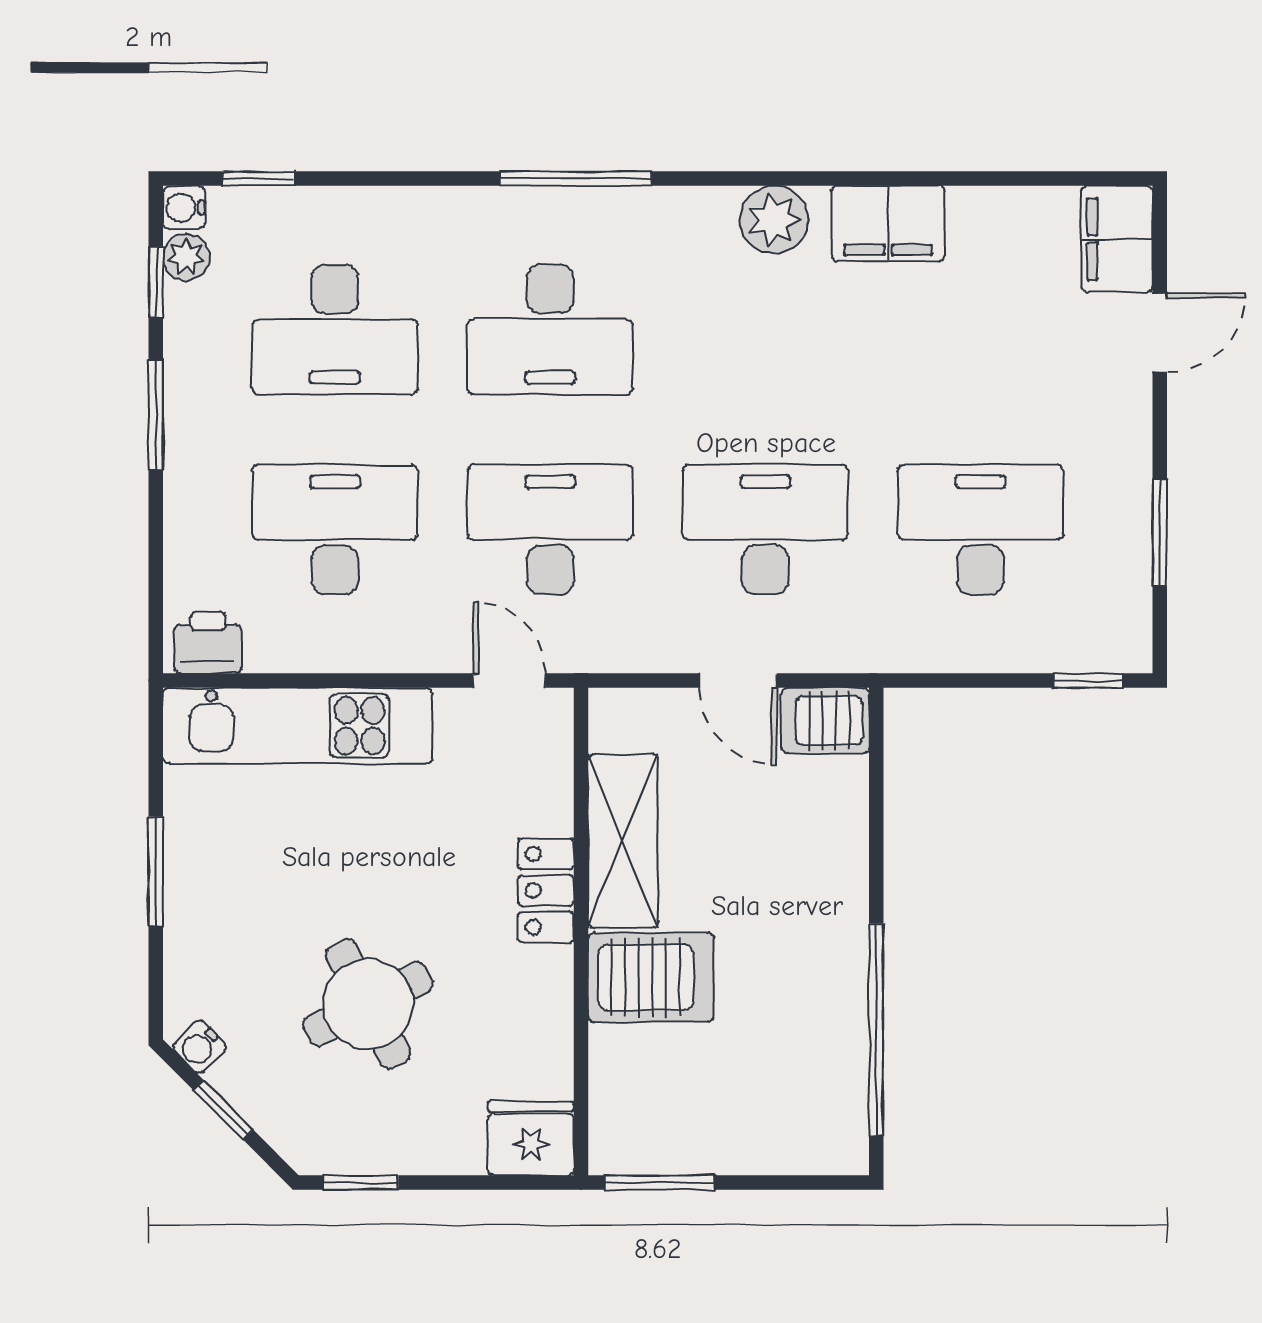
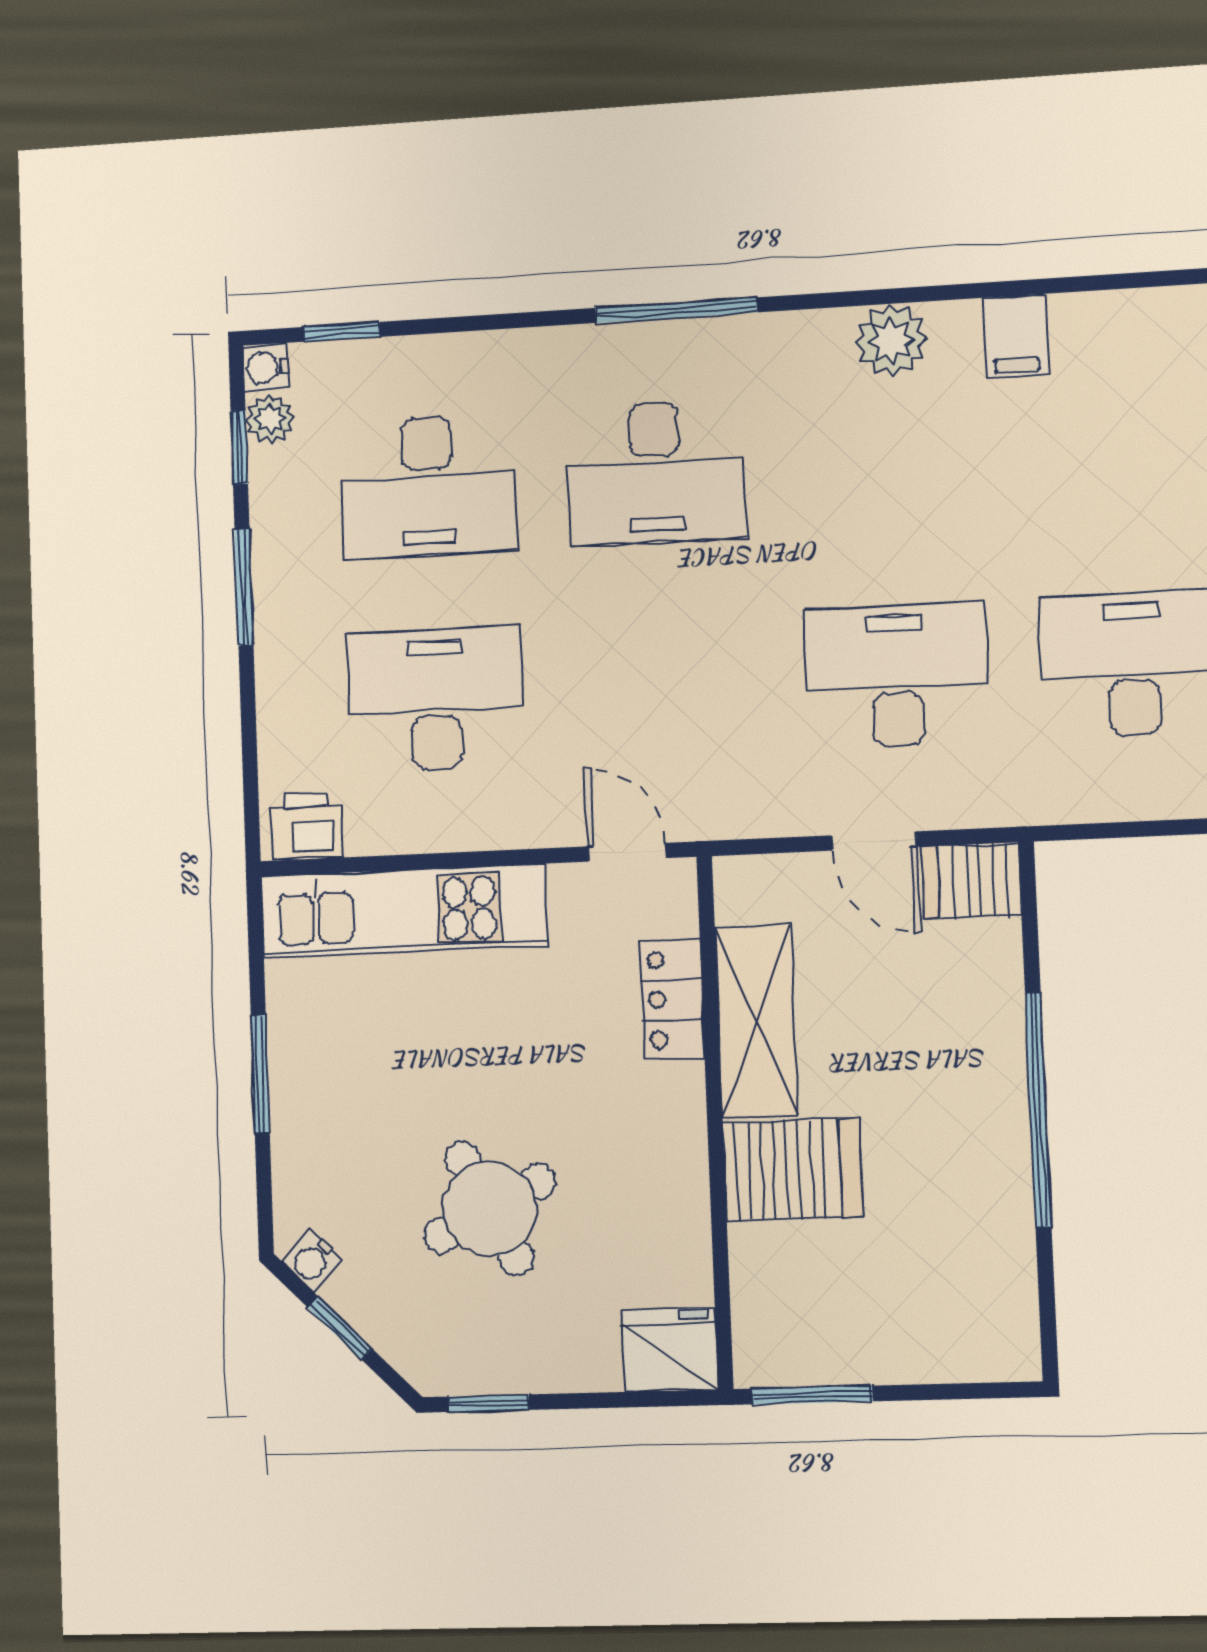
filing cabinet: (888, 223) -> (1016, 337), width x0.50
desk: (550, 530) -> (664, 687), removed
locker: (546, 891) -> (672, 999), moved
window: (876, 1030) -> (1038, 1110), moved

